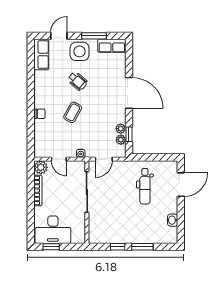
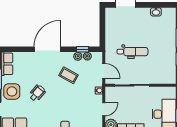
coffee table: (73, 112) -> (69, 75), moved
dental chair: (145, 186) -> (132, 52), moved

